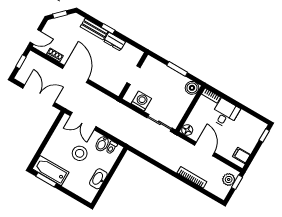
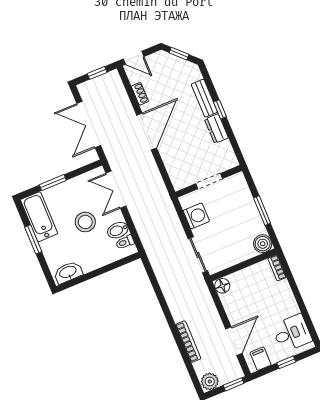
double door: (39, 95) -> (89, 125), swing flipped
desk: (225, 113) -> (292, 333), moved
window: (264, 135) -> (286, 362), moved
window: (44, 145) -> (53, 183), added
door: (204, 149) -> (234, 341), moved
washbasin: (98, 179) -> (68, 272), moved
plant: (229, 179) -> (210, 381), moved
window: (46, 180) -> (33, 239), moved

